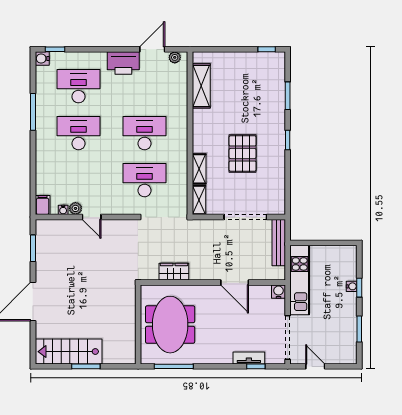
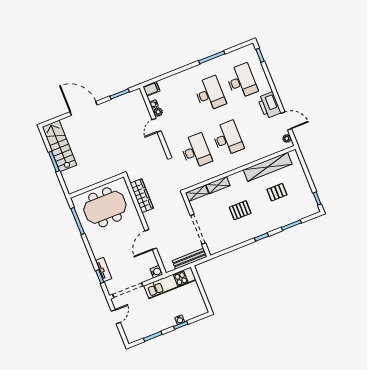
water cooler: (42, 58) -> (250, 49), removed
shelving: (201, 86) -> (268, 167), width x1.47
pallet: (238, 97) -> (277, 192), added
pallet: (243, 153) -> (240, 210), width x0.67, depth x0.71
wardrobe: (174, 272) -> (142, 196), width x1.50

